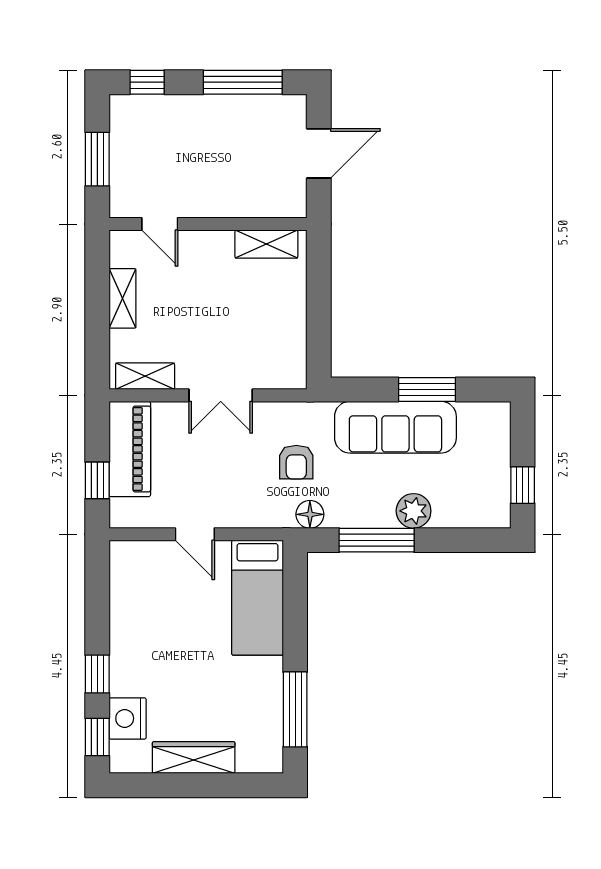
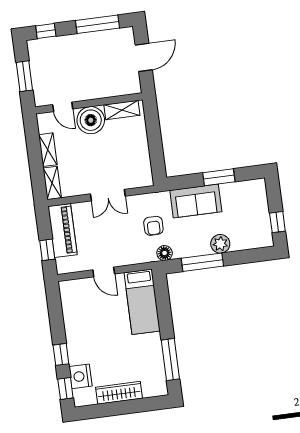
boiler: (207, 255) -> (91, 120), added
shelving: (145, 376) -> (52, 183), moved, turned 90
sofa: (395, 427) -> (196, 201), width x0.73

